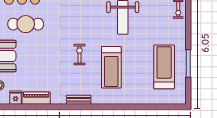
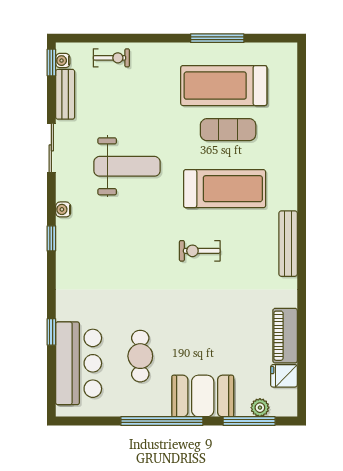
cafe table: (26, 24) -> (140, 356), width x0.73, depth x0.74
exercise mat: (141, 69) -> (228, 130), added
bench: (79, 100) -> (288, 244), width x1.36

